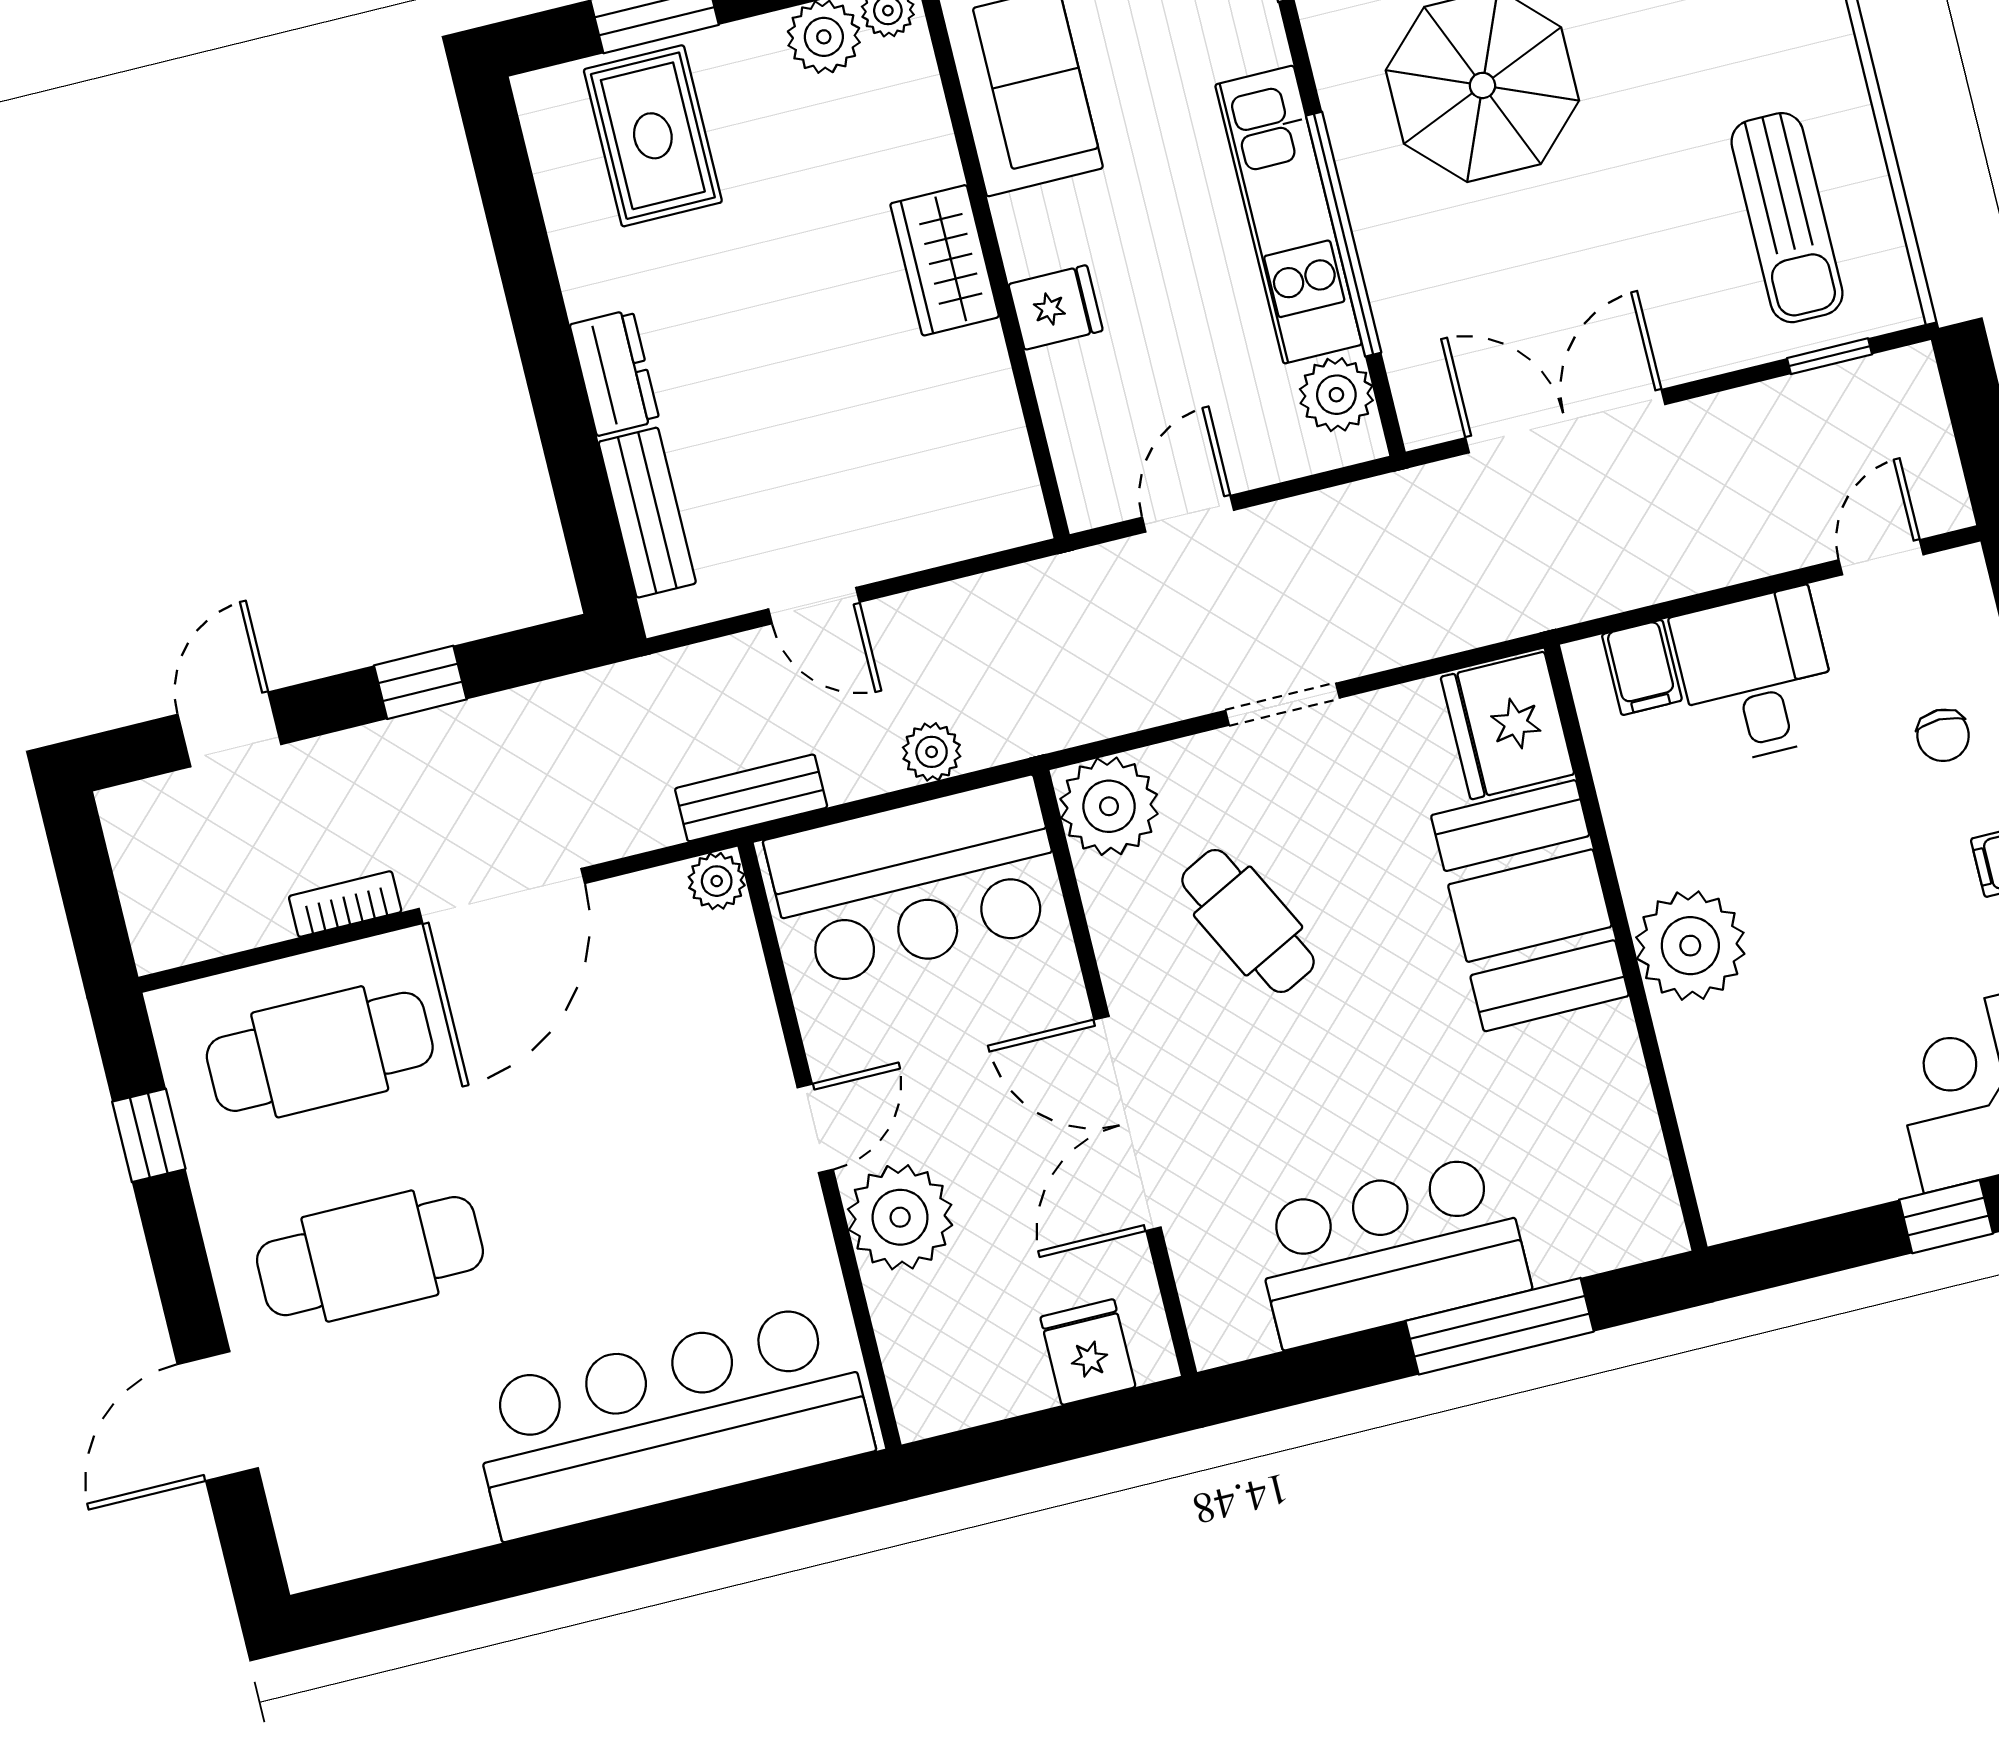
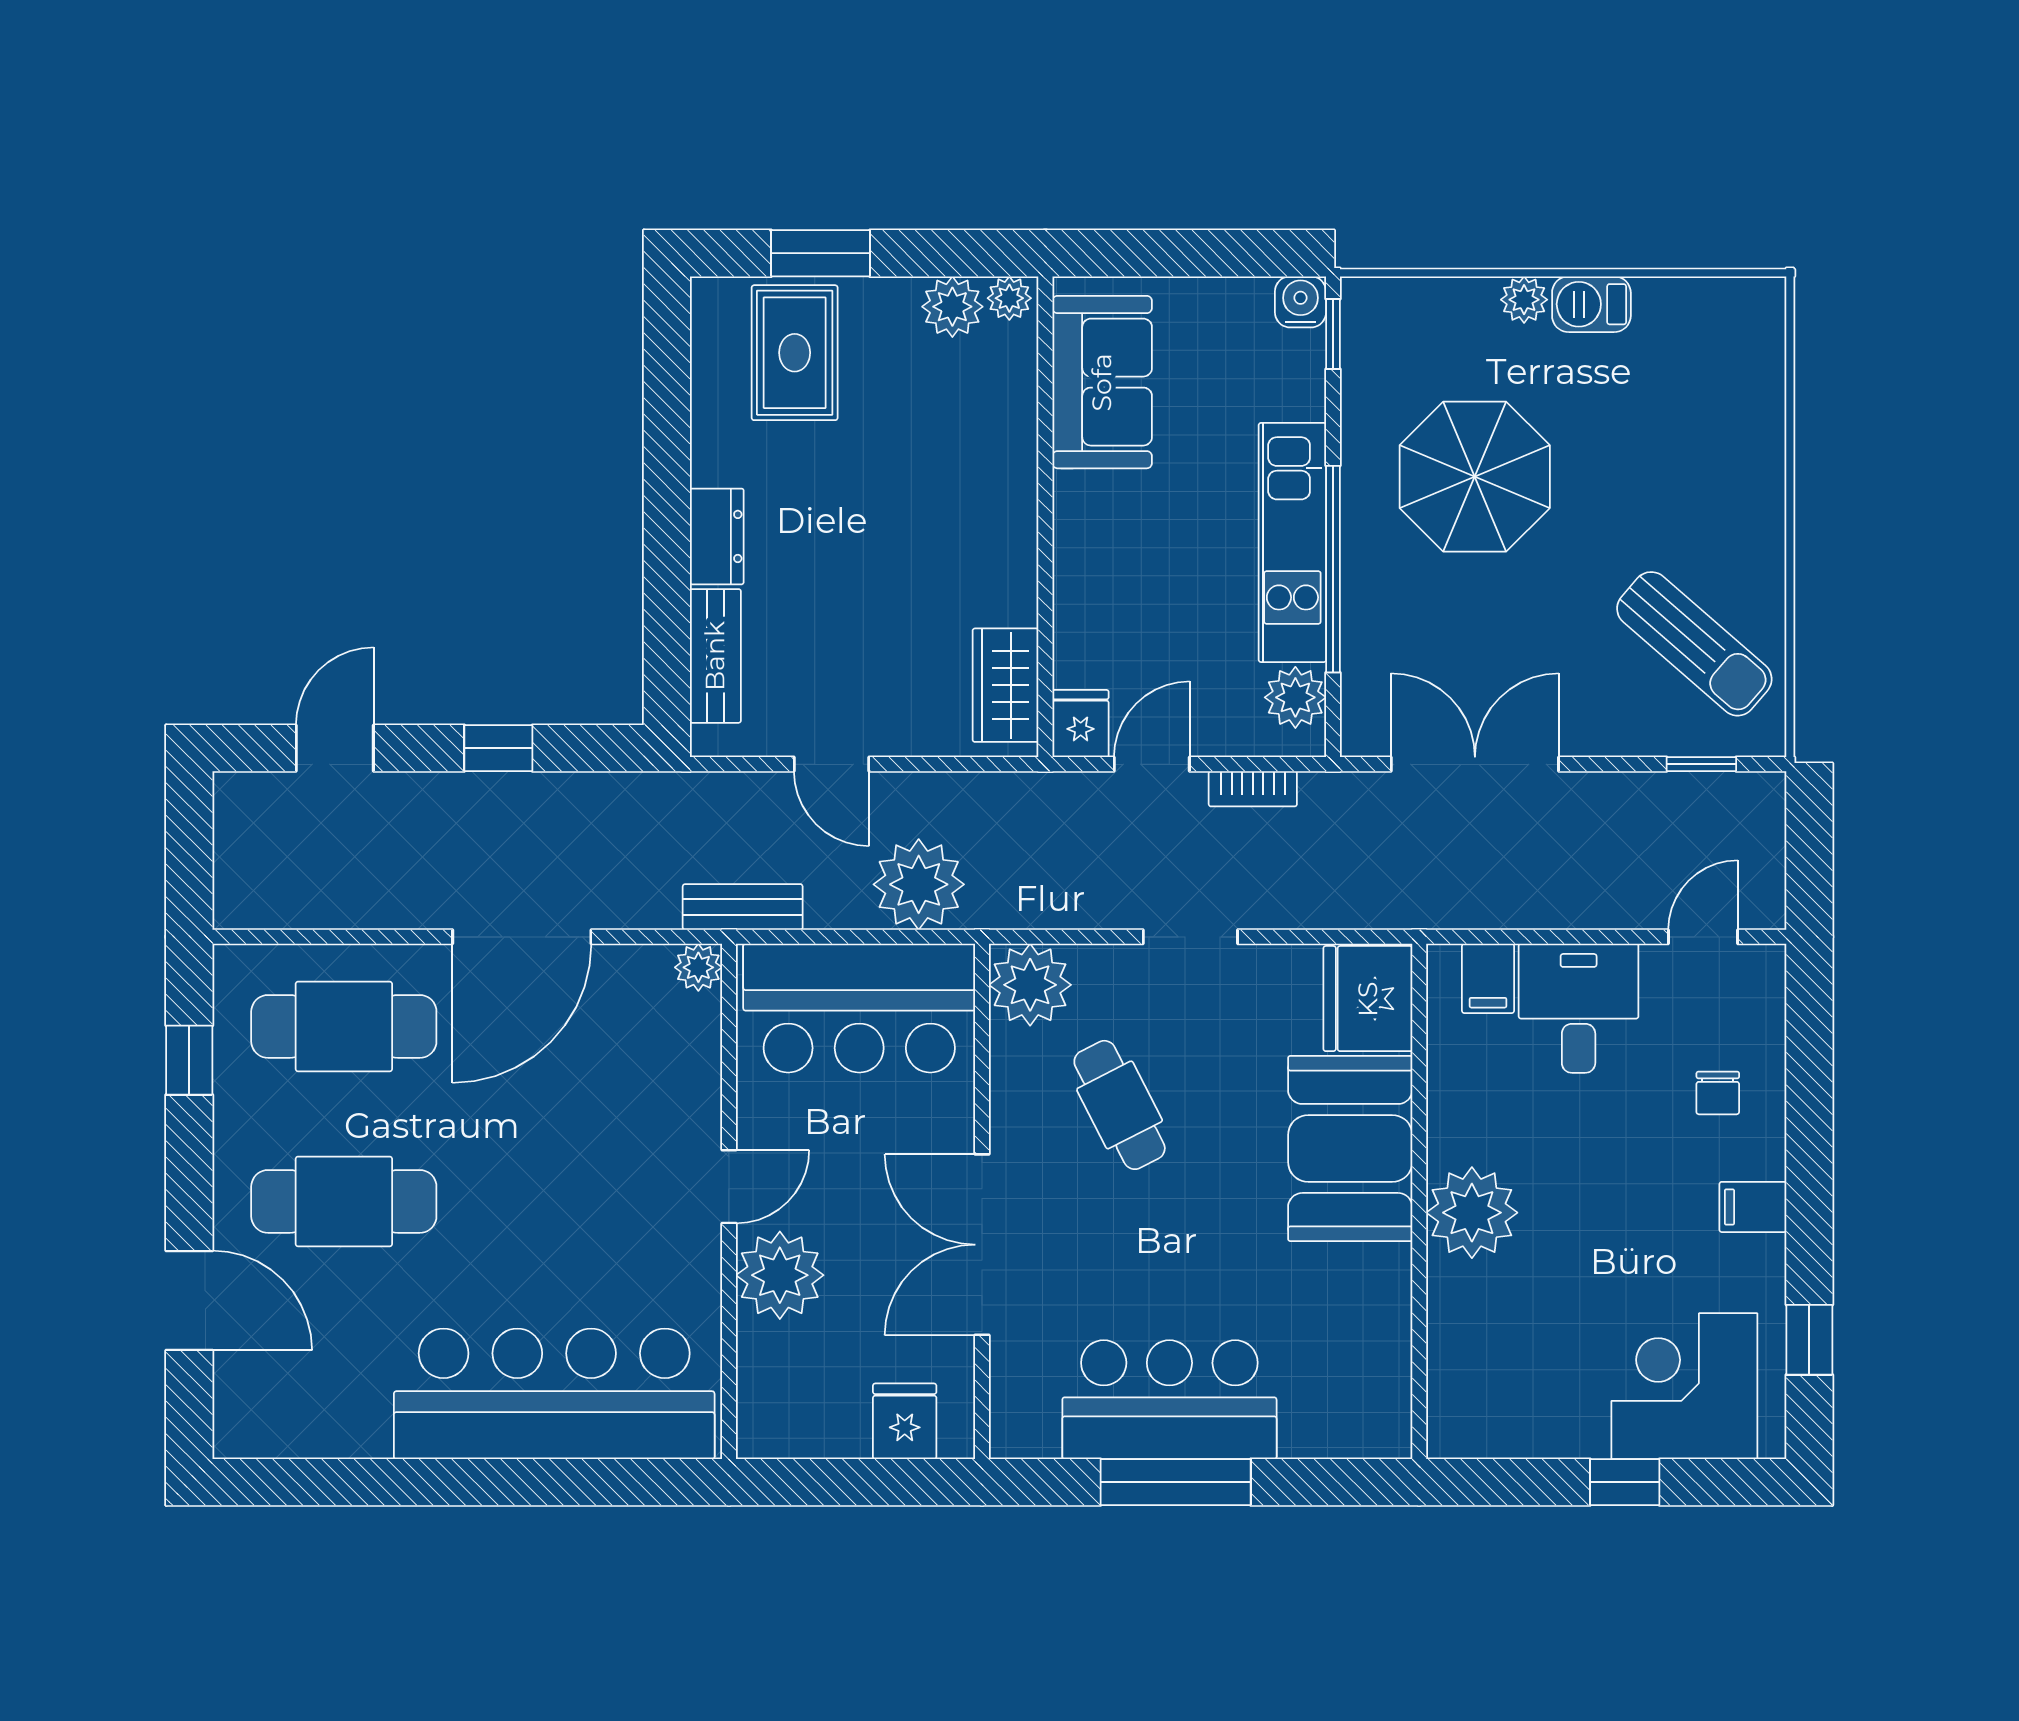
sun lounger: (1787, 218) -> (1694, 644), turned -49
wardrobe: (945, 260) -> (1006, 685), moved
fridge: (1056, 307) -> (1081, 724), moved, turned -90
plant: (932, 752) -> (919, 884), width x1.87, depth x1.87
bookcase: (345, 904) -> (1253, 789), moved, turned 180
window: (1500, 1326) -> (1176, 1482), moved
door: (218, 1416) -> (189, 1301), swing flipped

